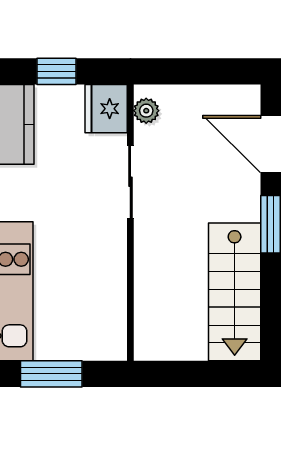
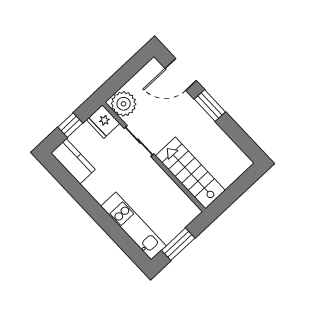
plant: (146, 111) -> (124, 104), width x1.88, depth x1.88
stairs: (235, 292) -> (190, 173), moved, turned 180

